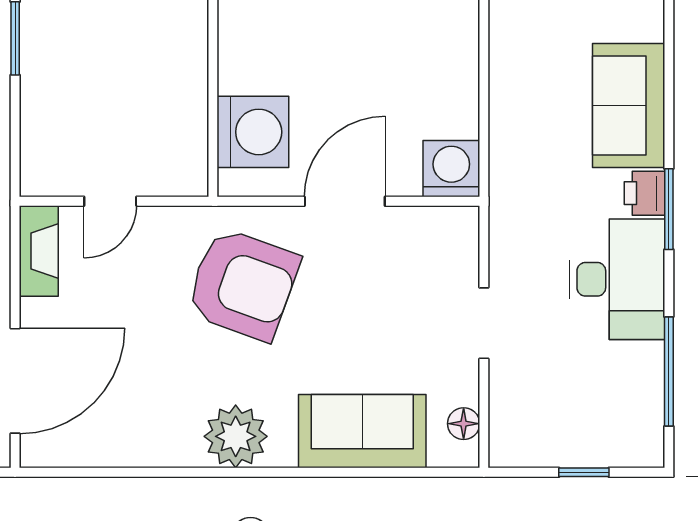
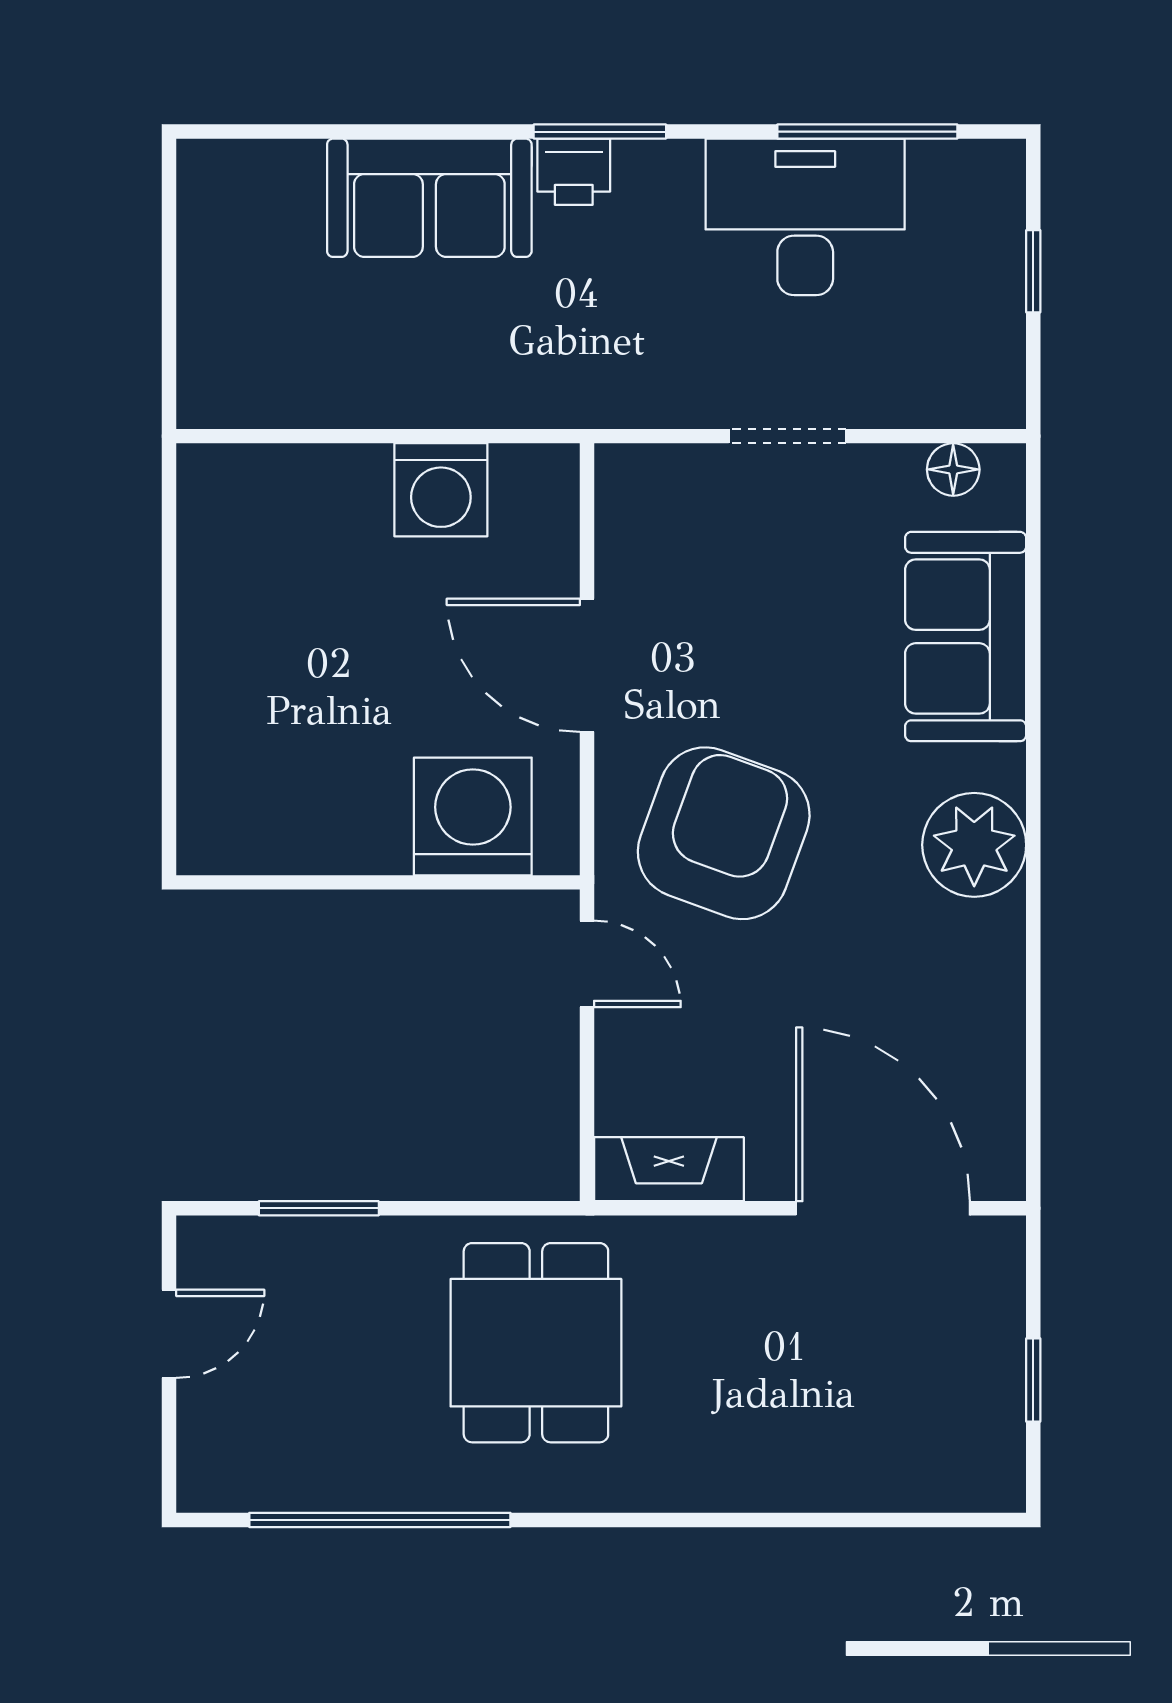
washing machine: (451, 169) -> (441, 490), moved, turned -90
door: (110, 201) -> (587, 964), moved
desk: (617, 279) -> (805, 217), moved

